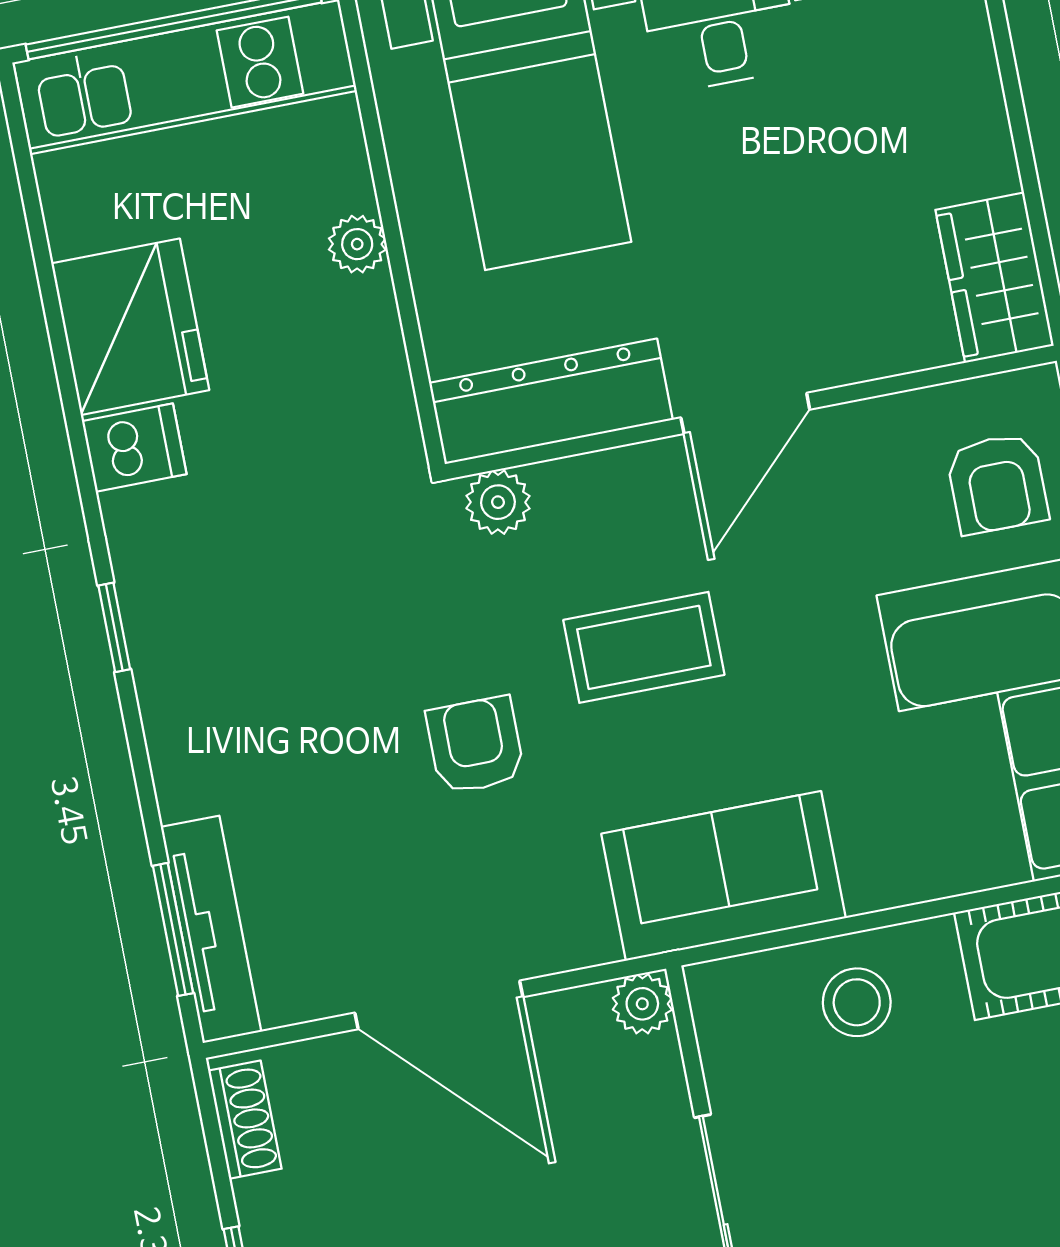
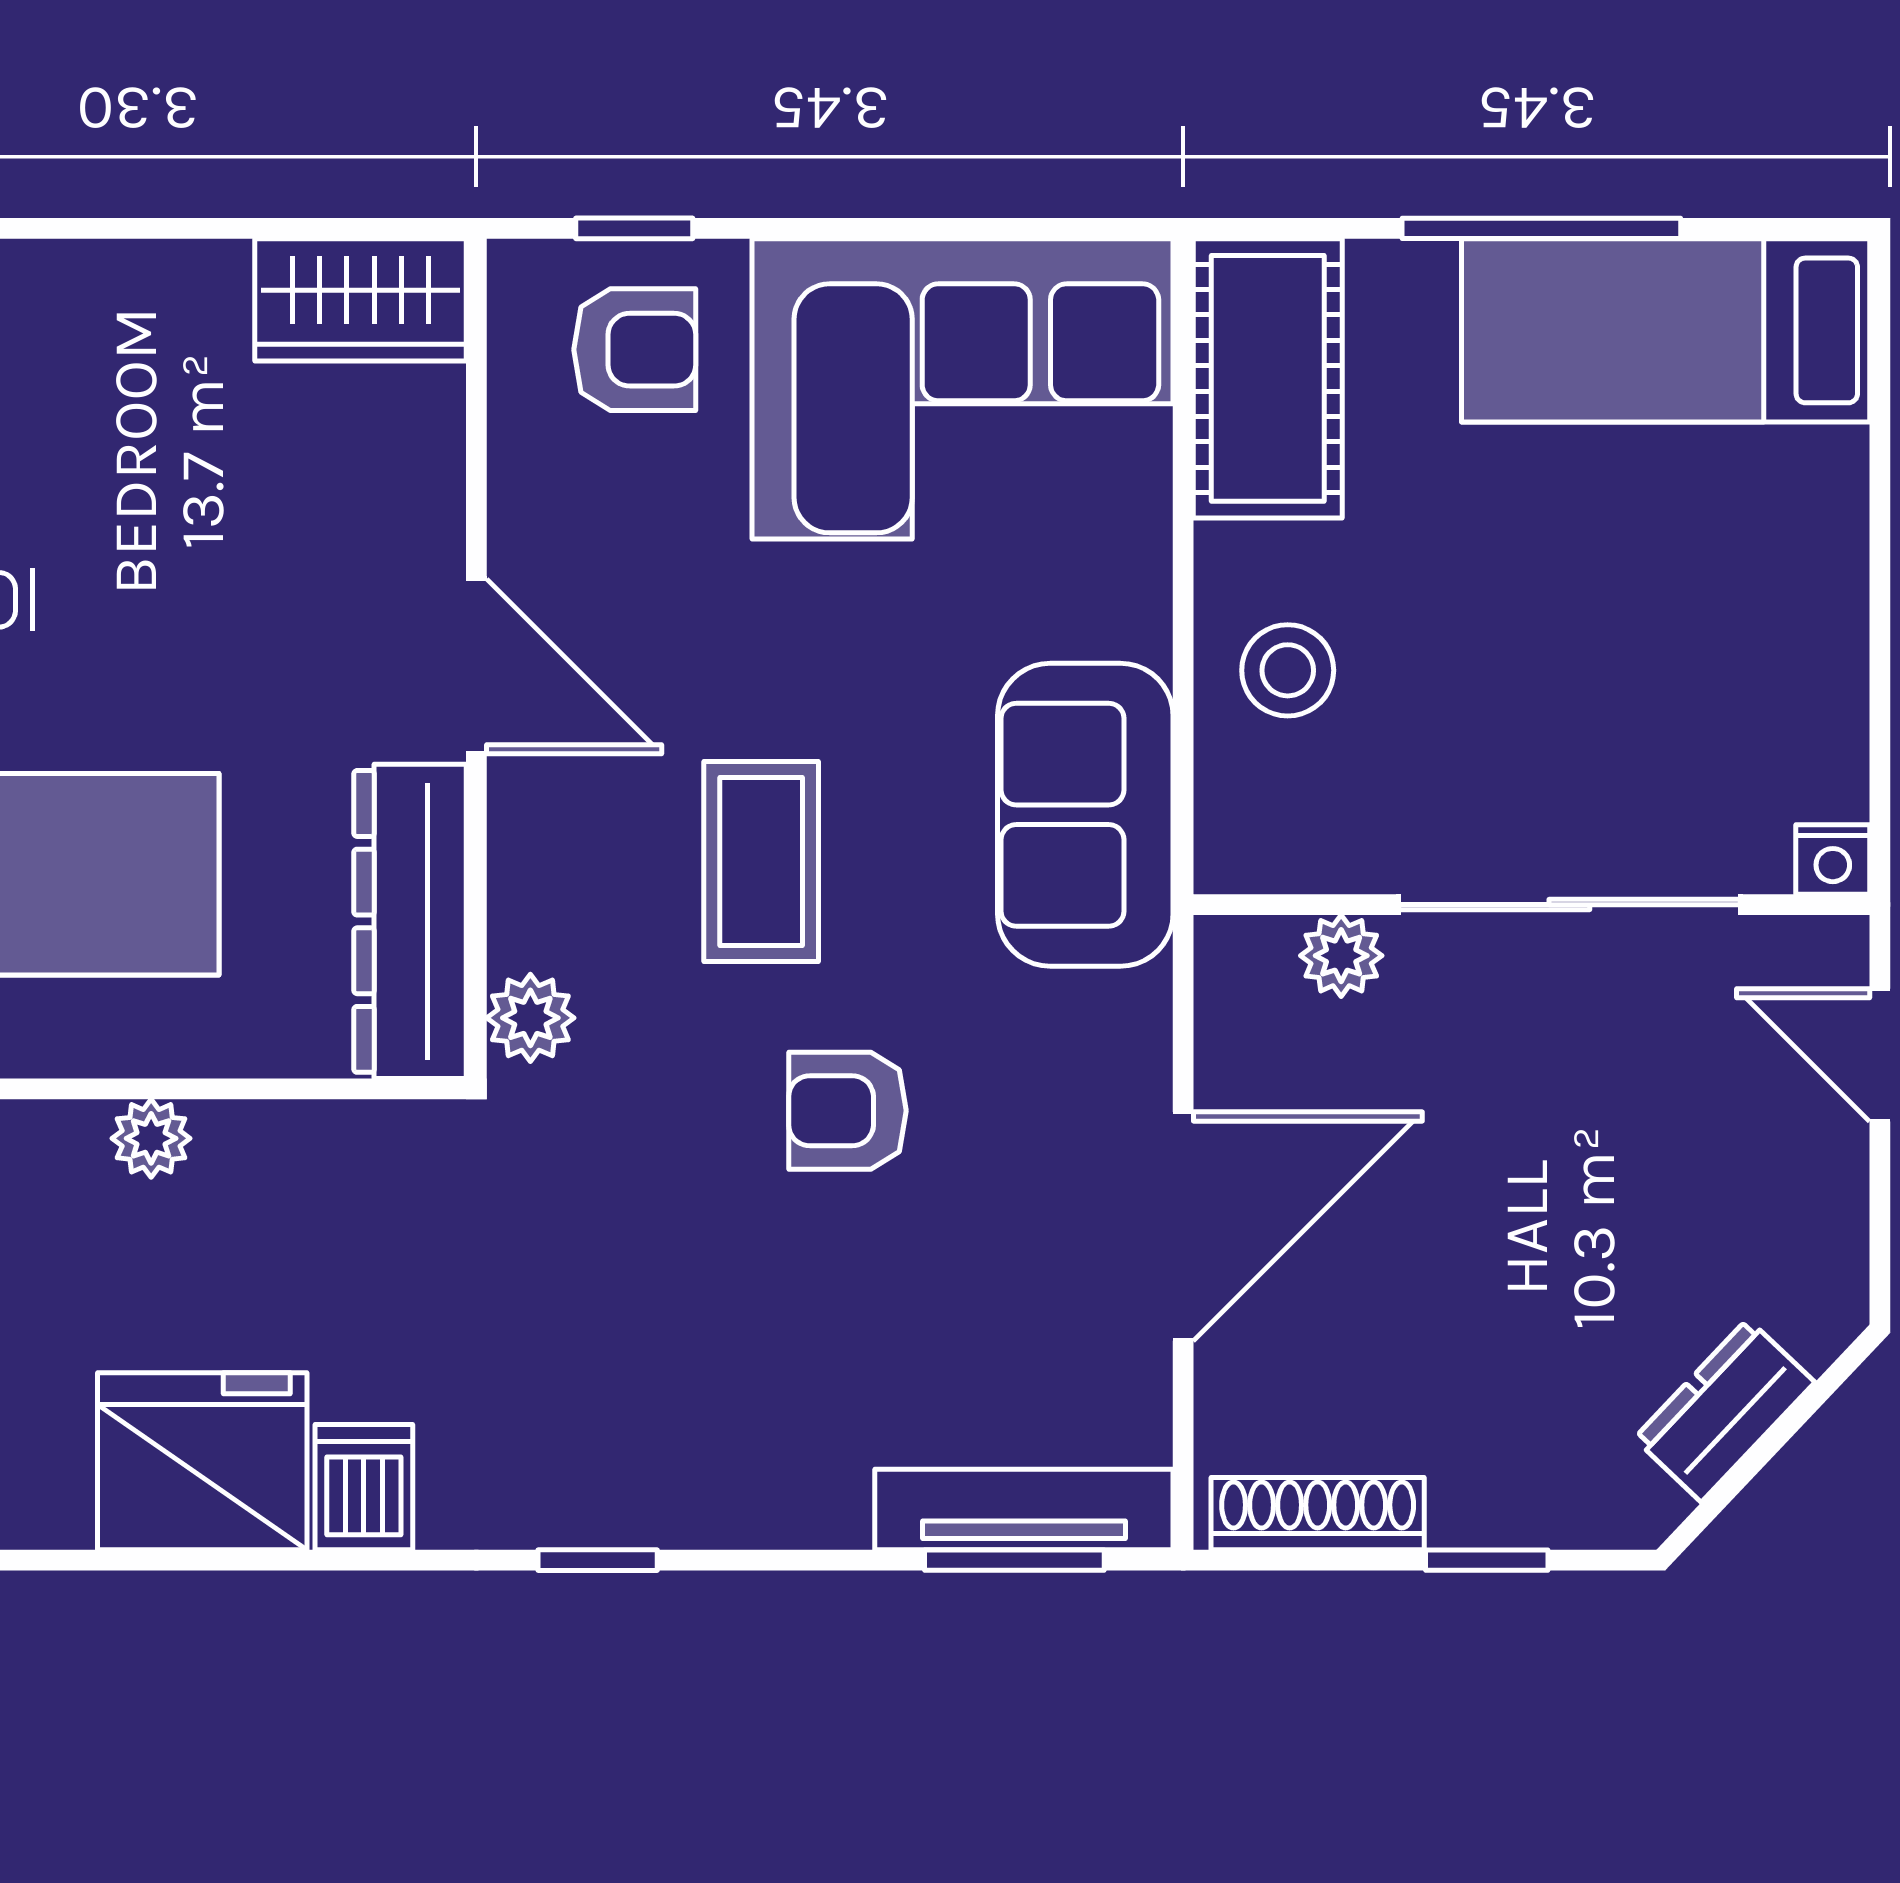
plant: (642, 1004) -> (1341, 956), moved
shoe rack: (245, 1120) -> (1318, 1514), width x1.43

